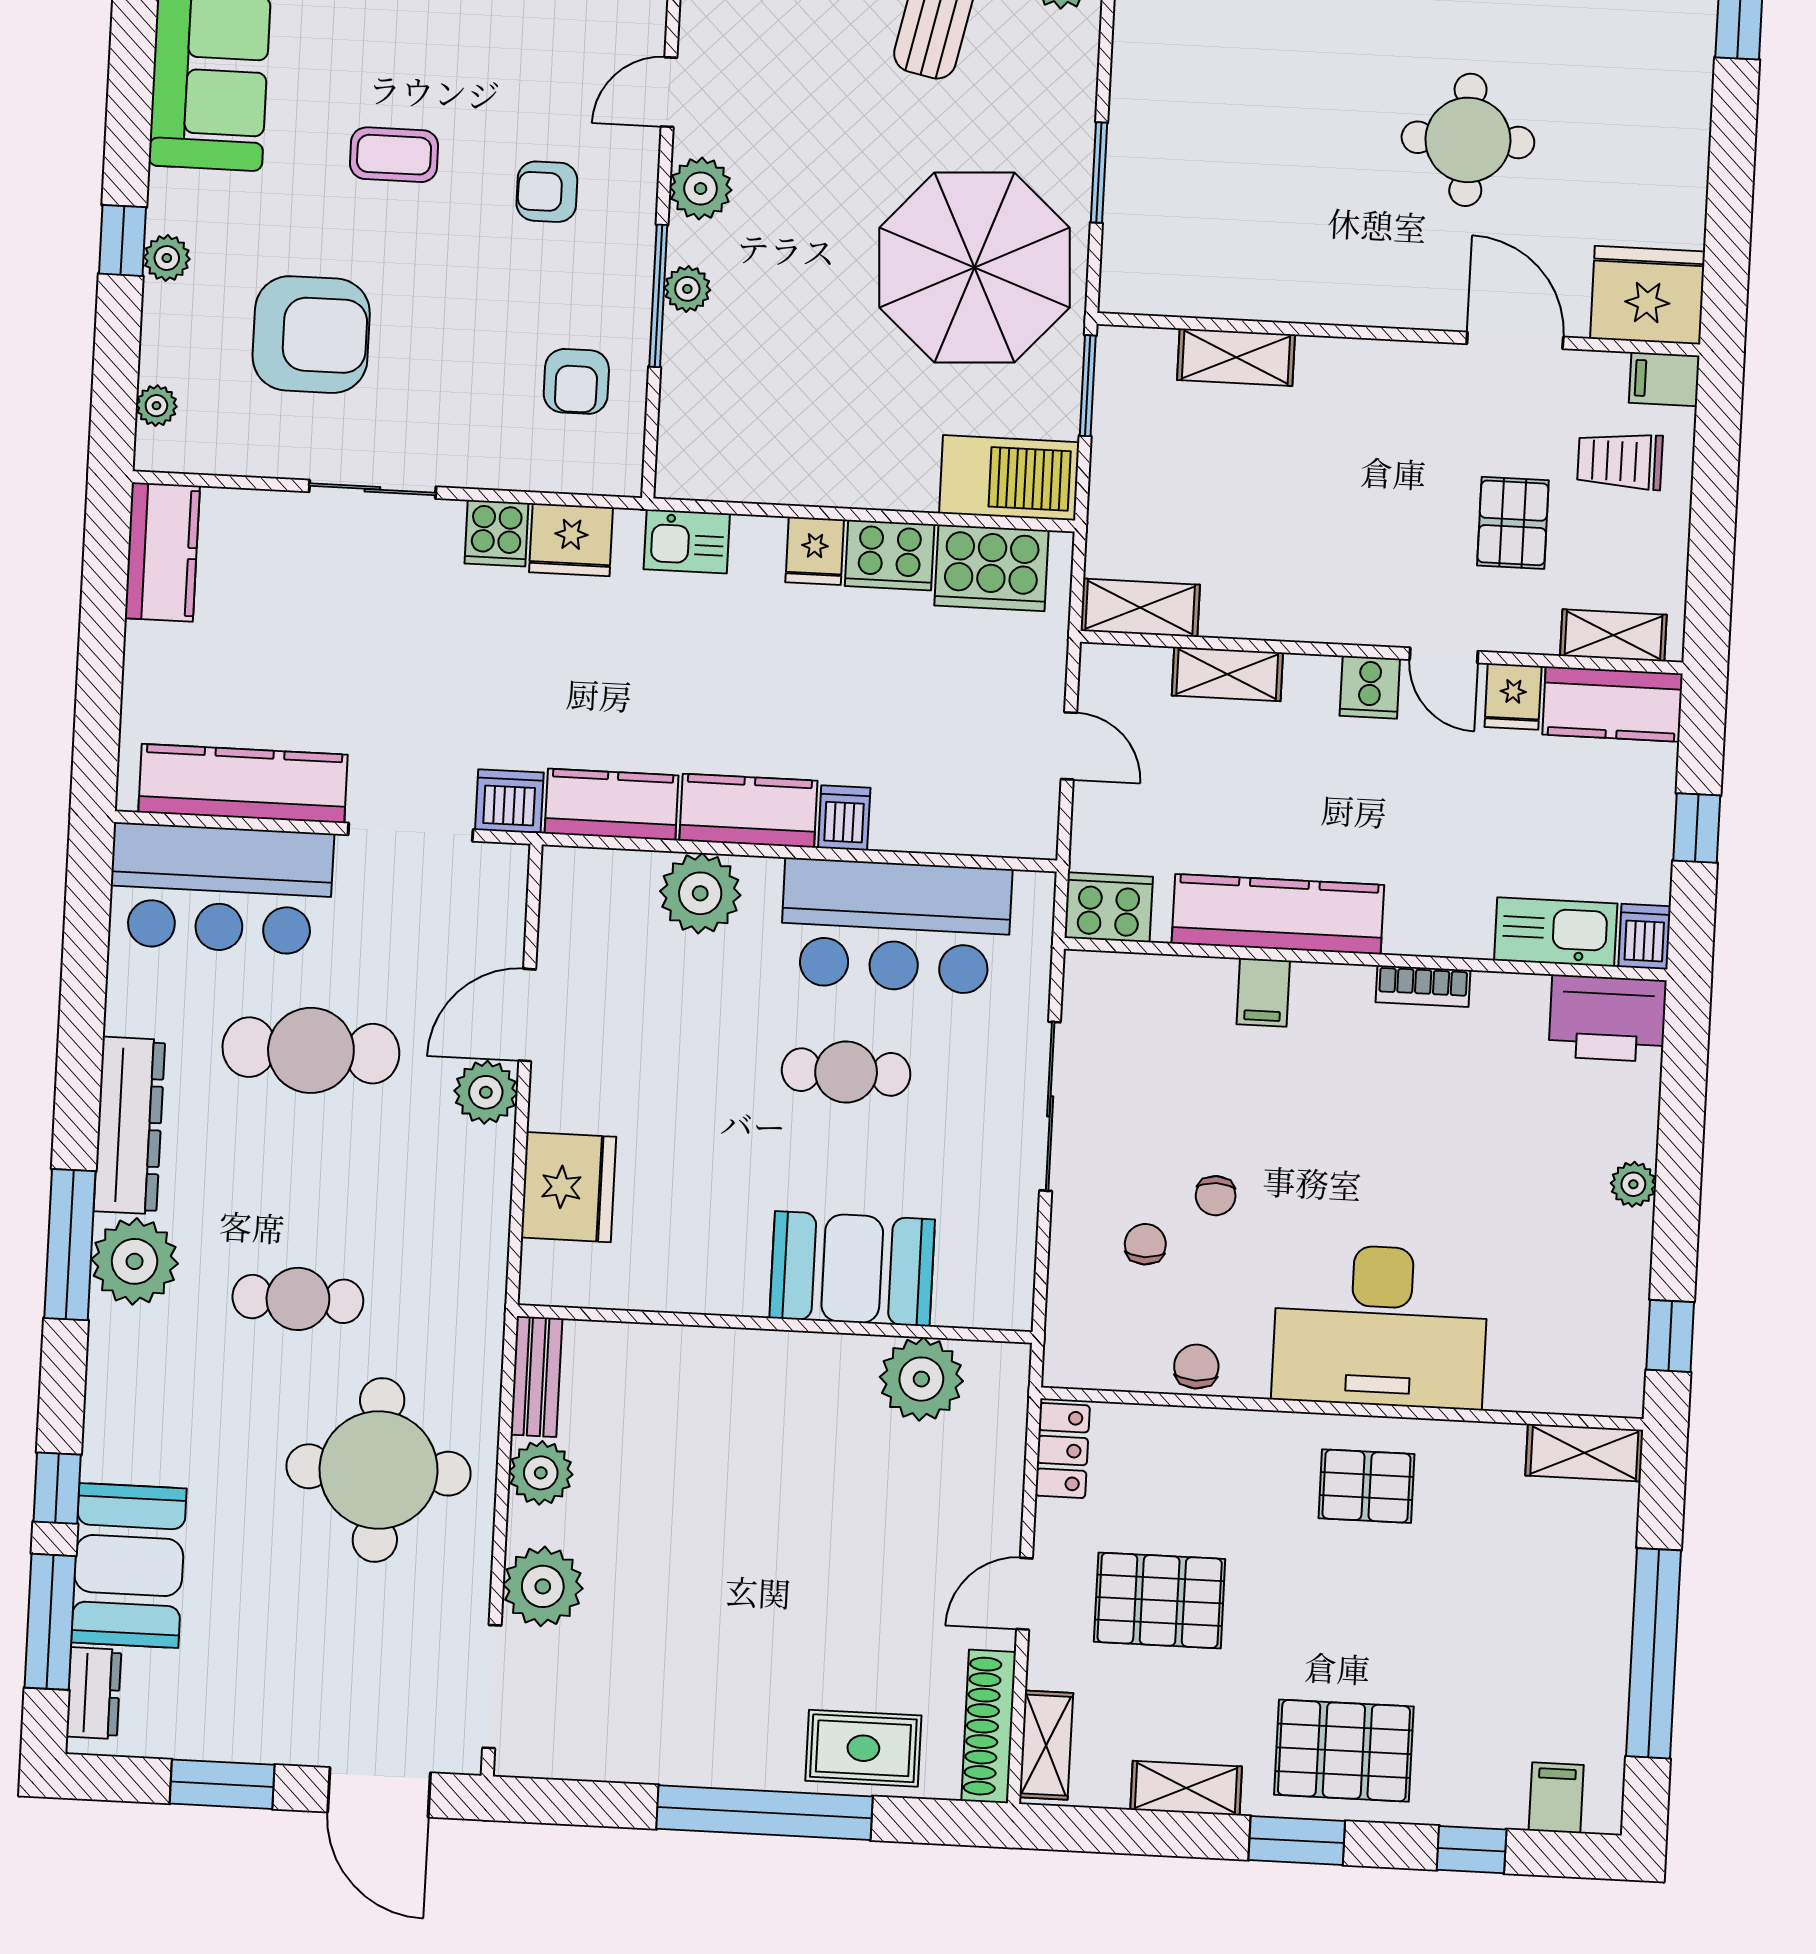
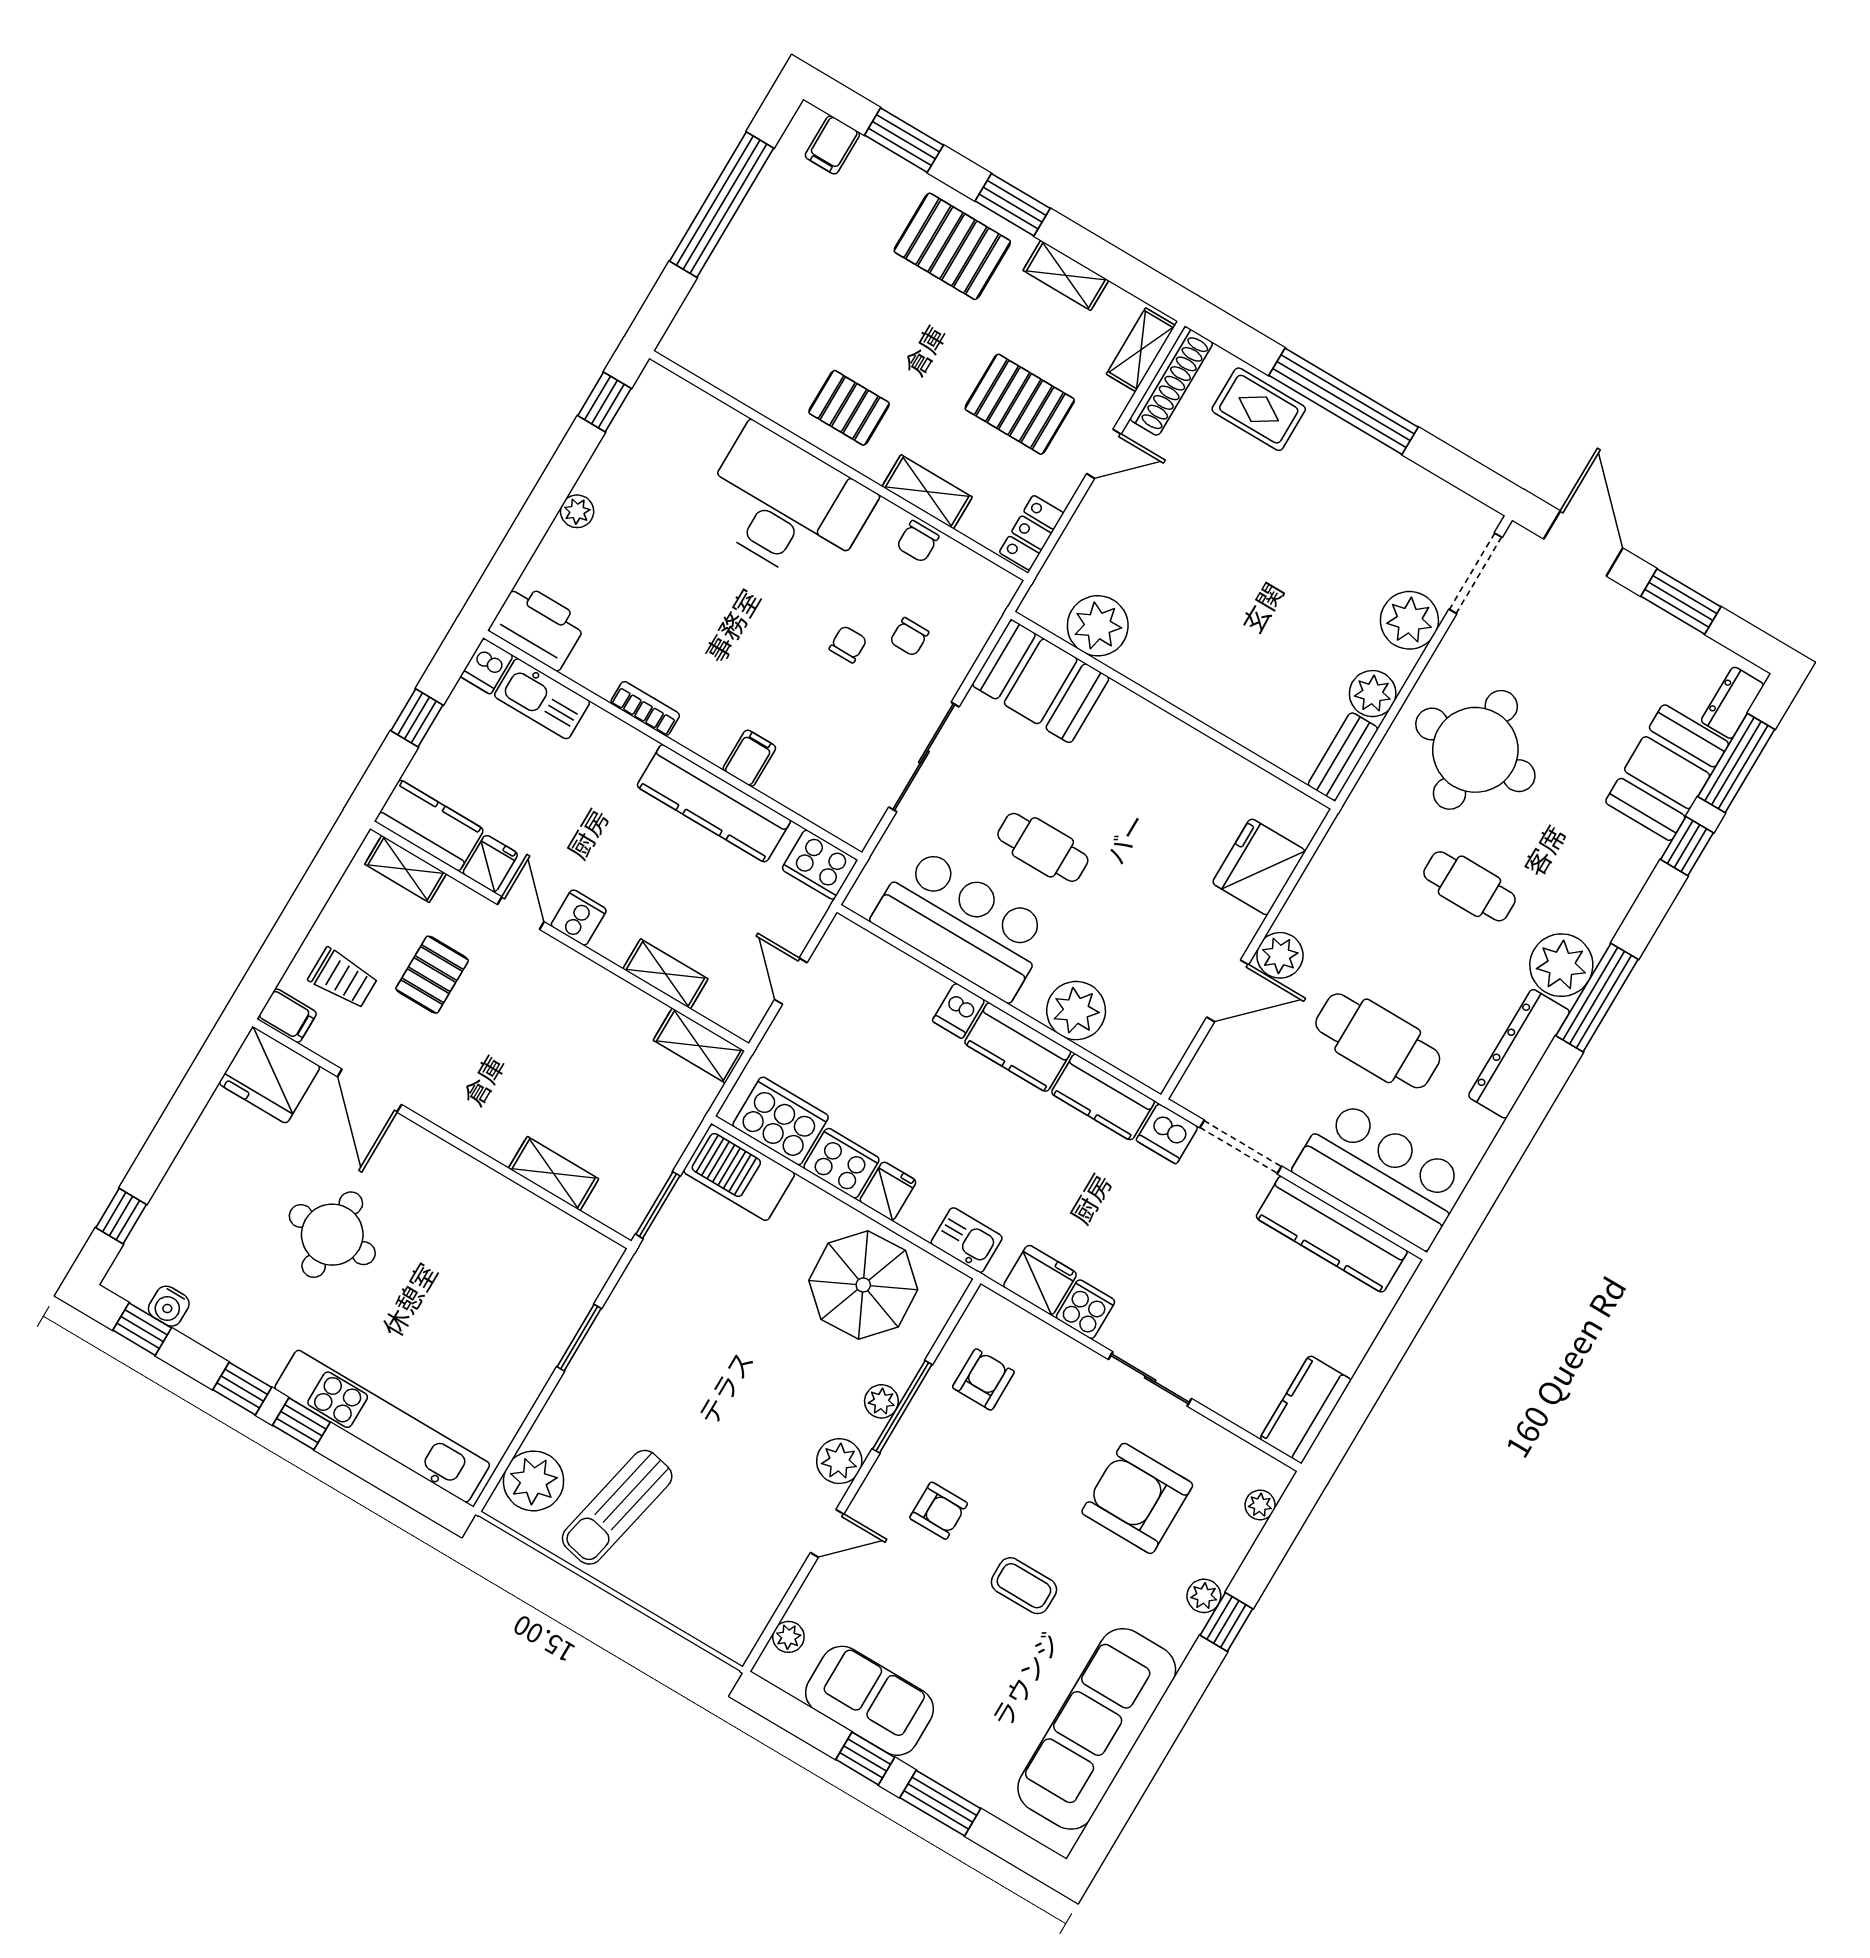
parasol: (974, 268) -> (863, 1285), moved, width x0.73, depth x0.73
booth: (852, 1269) -> (1041, 681), moved
shelving: (1584, 1453) -> (927, 492), moved
window: (1472, 1850) -> (904, 140), width x1.50

